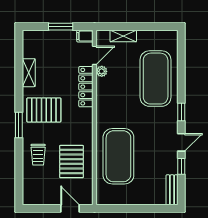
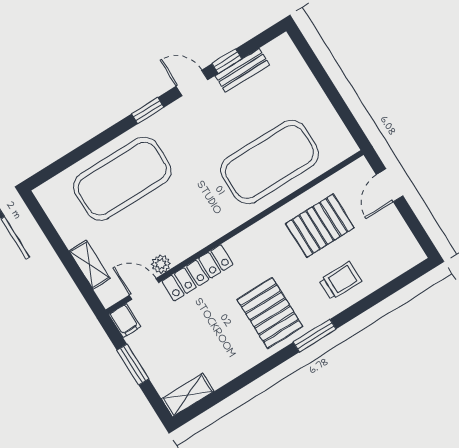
shelving: (29, 73) -> (188, 395), moved
bench: (172, 190) -> (242, 70), moved

